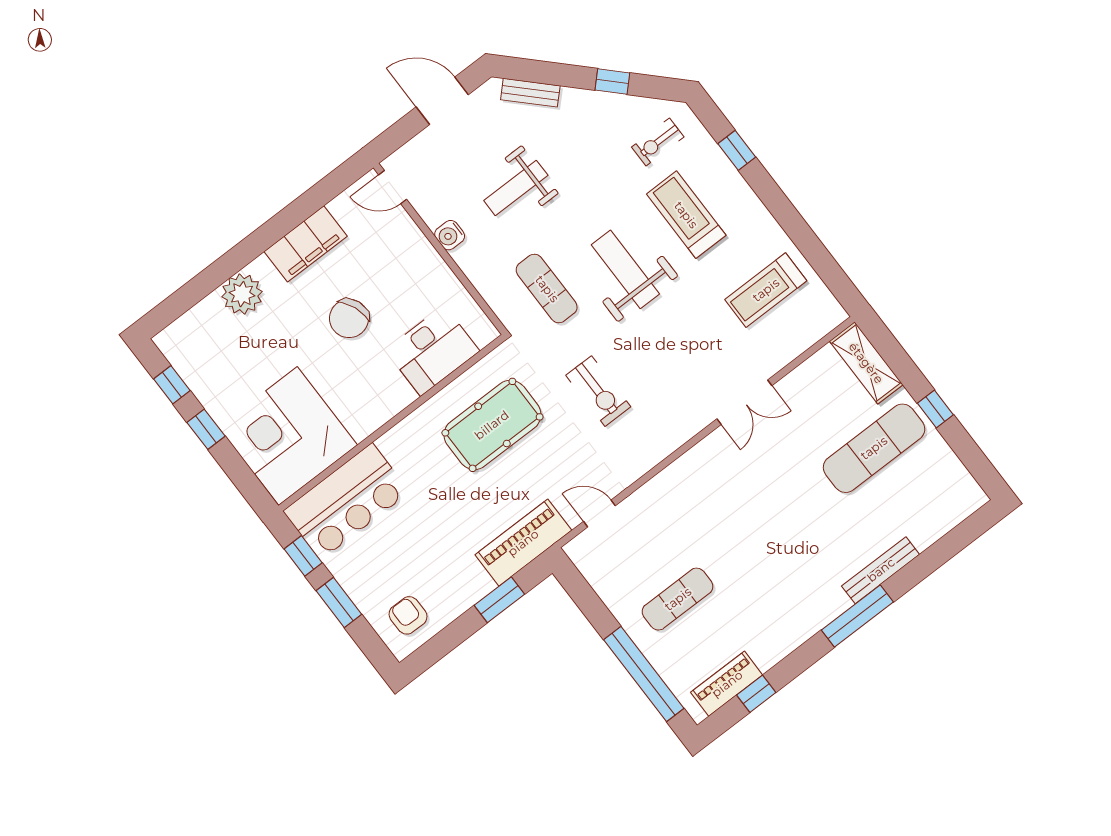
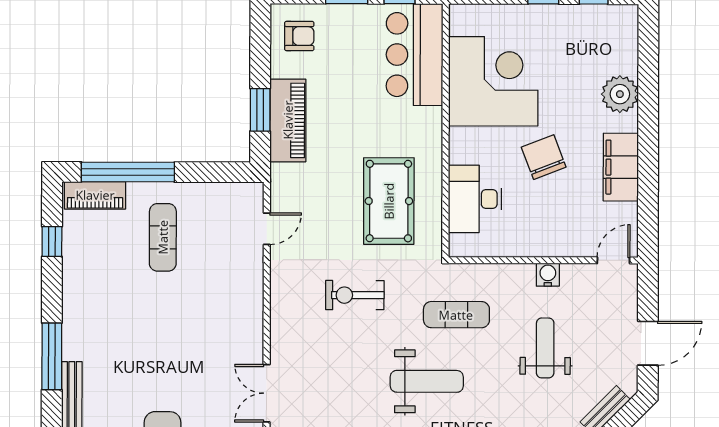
corner desk: (288, 436) -> (493, 81), moved
piano: (523, 543) -> (288, 120), moved
piano: (727, 684) -> (95, 195), moved, turned 90

